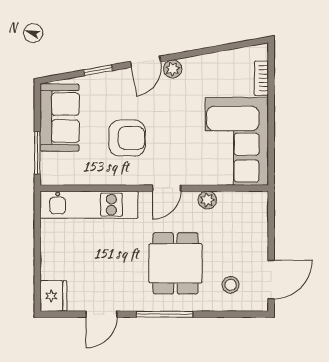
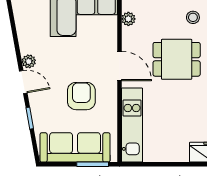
sofa: (60, 118) -> (75, 147), width x1.36
door: (167, 188) -> (119, 66), width x1.38
plant: (207, 200) -> (128, 19), moved

